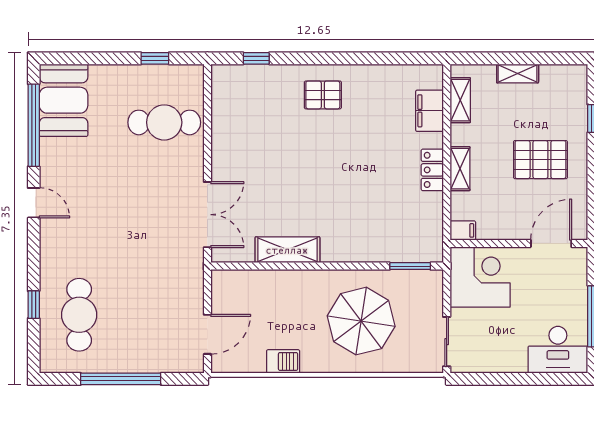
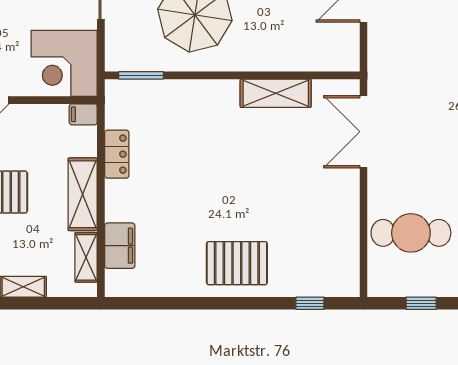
pallet: (323, 95) -> (237, 263), width x1.50, depth x1.42
shelving: (460, 169) -> (83, 194), width x1.50, depth x1.33
locker: (432, 170) -> (117, 154), moved

